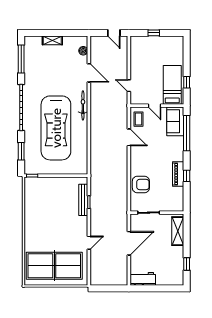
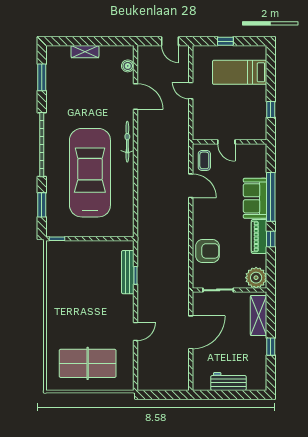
window: (21, 59) -> (42, 77), width x0.69
bed: (172, 85) -> (240, 72), moved, turned -90
door: (129, 86) -> (191, 91), moved
sofa: (175, 121) -> (255, 198), moved
car: (56, 128) -> (90, 173), turned 180
window: (187, 133) -> (271, 197), moved
plant: (176, 204) -> (256, 278), added
window: (187, 264) -> (271, 347), moved
table tennis table: (54, 266) -> (88, 363), width x0.73, depth x0.76
workbench: (143, 279) -> (228, 382), moved

